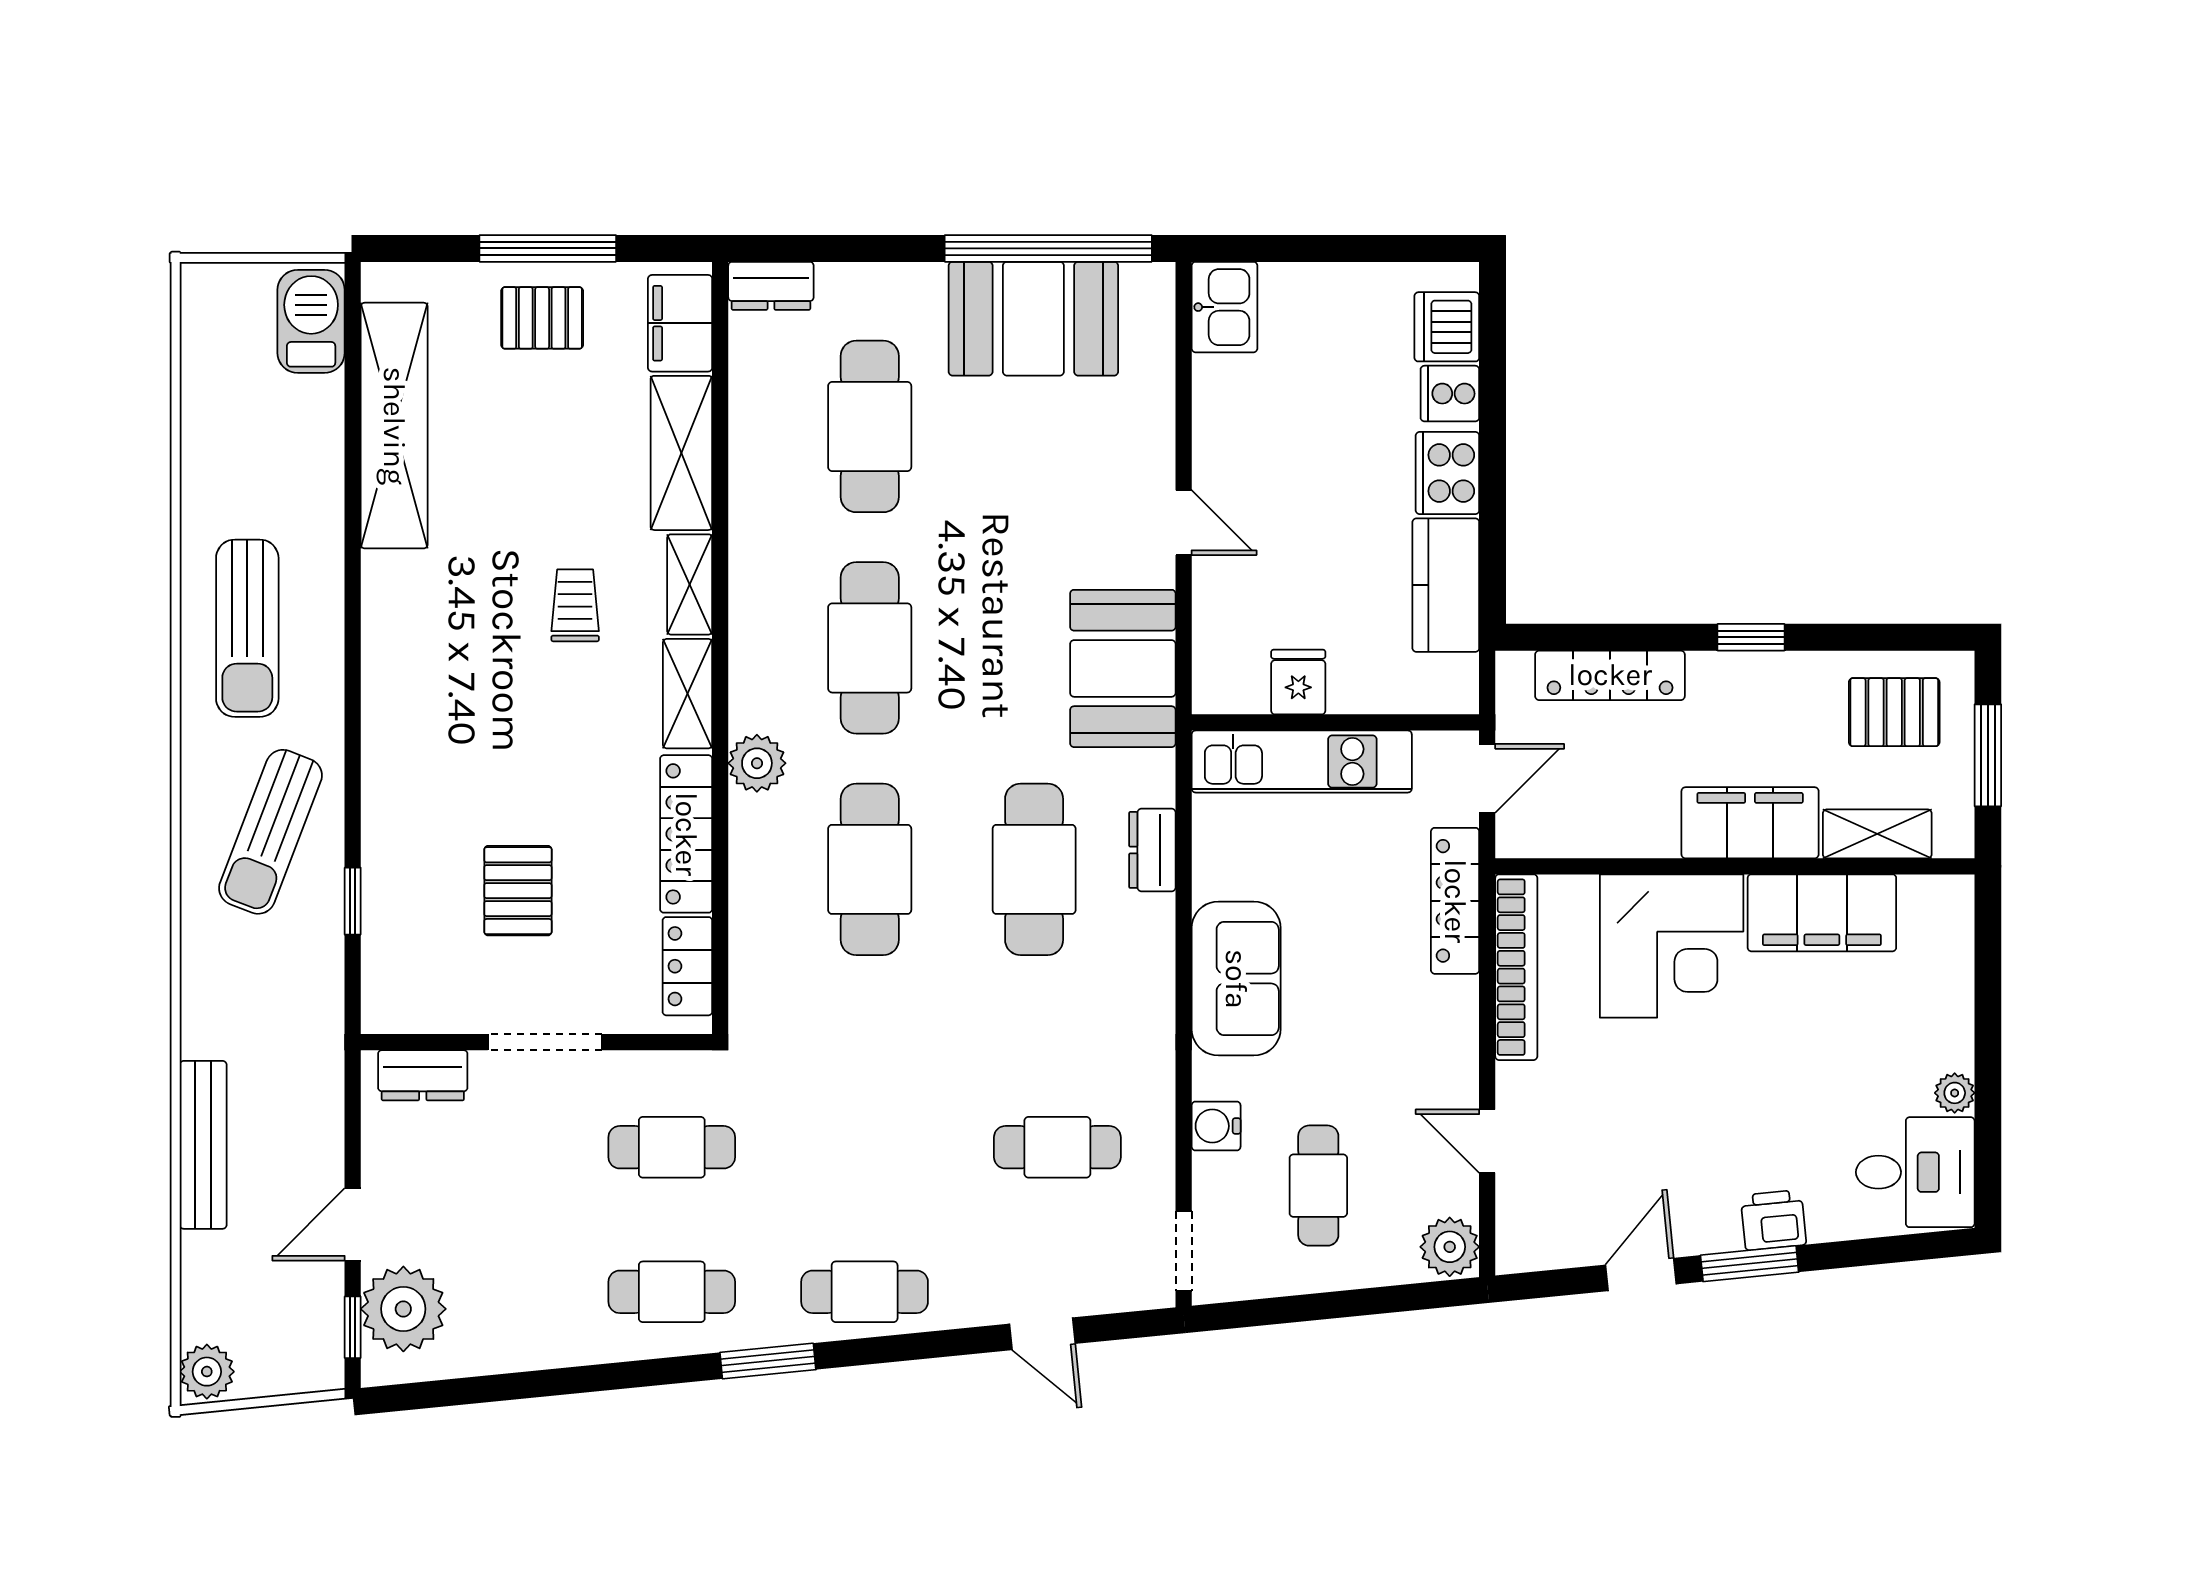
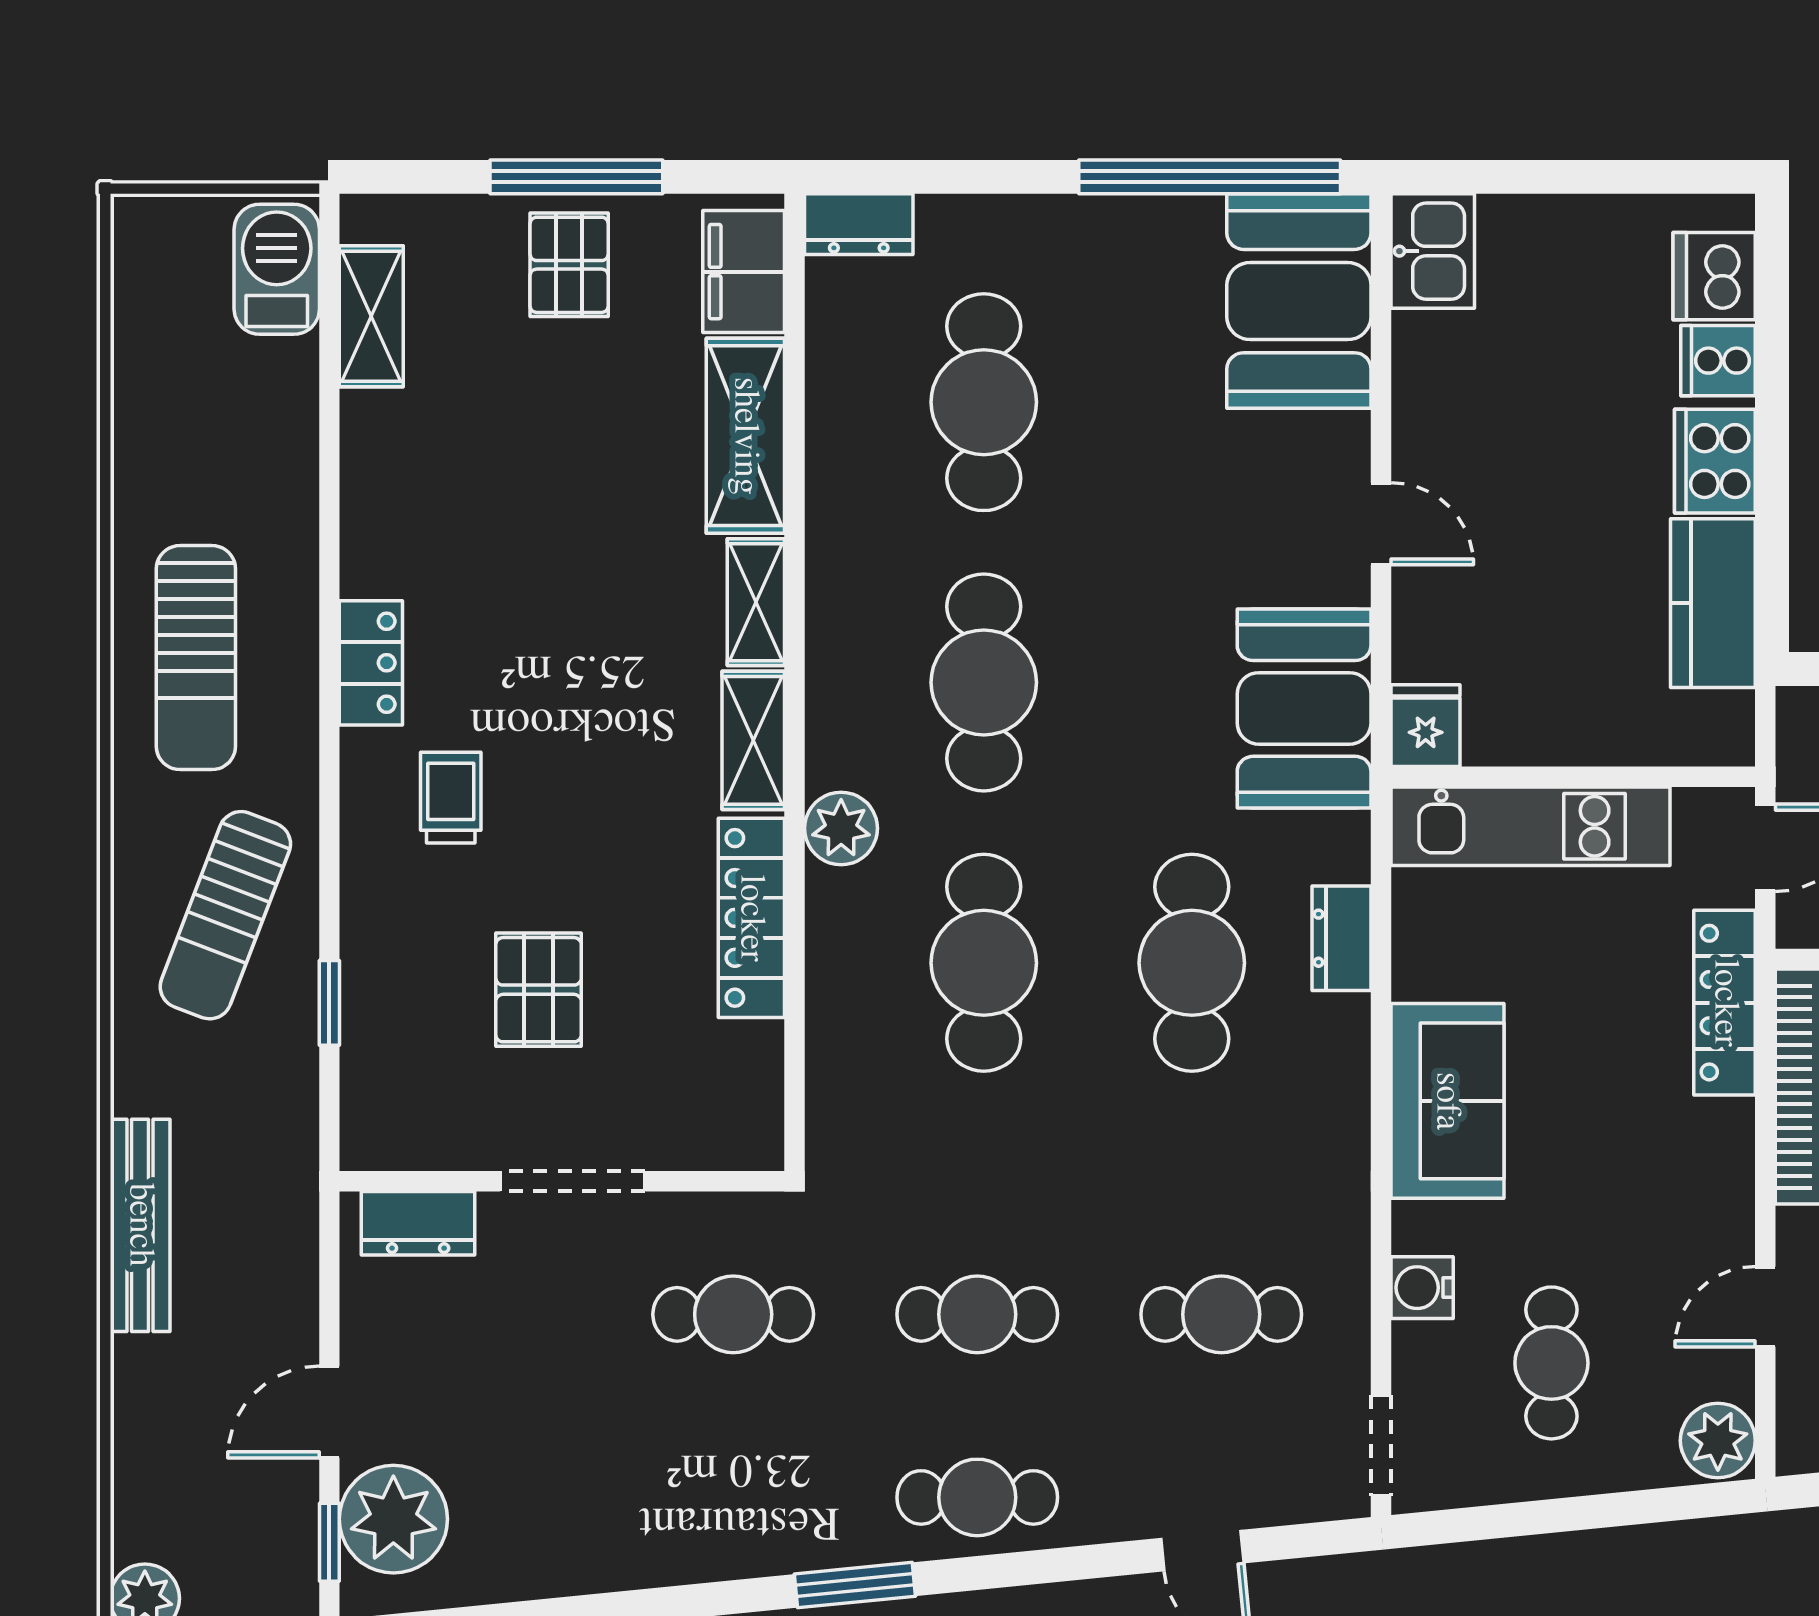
pallet: (542, 318) -> (569, 265), turned 90
booth: (1033, 319) -> (1299, 301), moved, turned 90
shelving: (394, 426) -> (371, 316), width x0.45, depth x0.75
trolley: (575, 605) -> (451, 798), moved
fridge: (1298, 682) -> (1426, 726), moved
locker: (687, 966) -> (371, 663), moved, turned 180
door: (1487, 1141) -> (1765, 1307), hinge flipped
bench: (203, 1145) -> (140, 1225), moved
cafe table: (672, 1292) -> (977, 1314), moved

